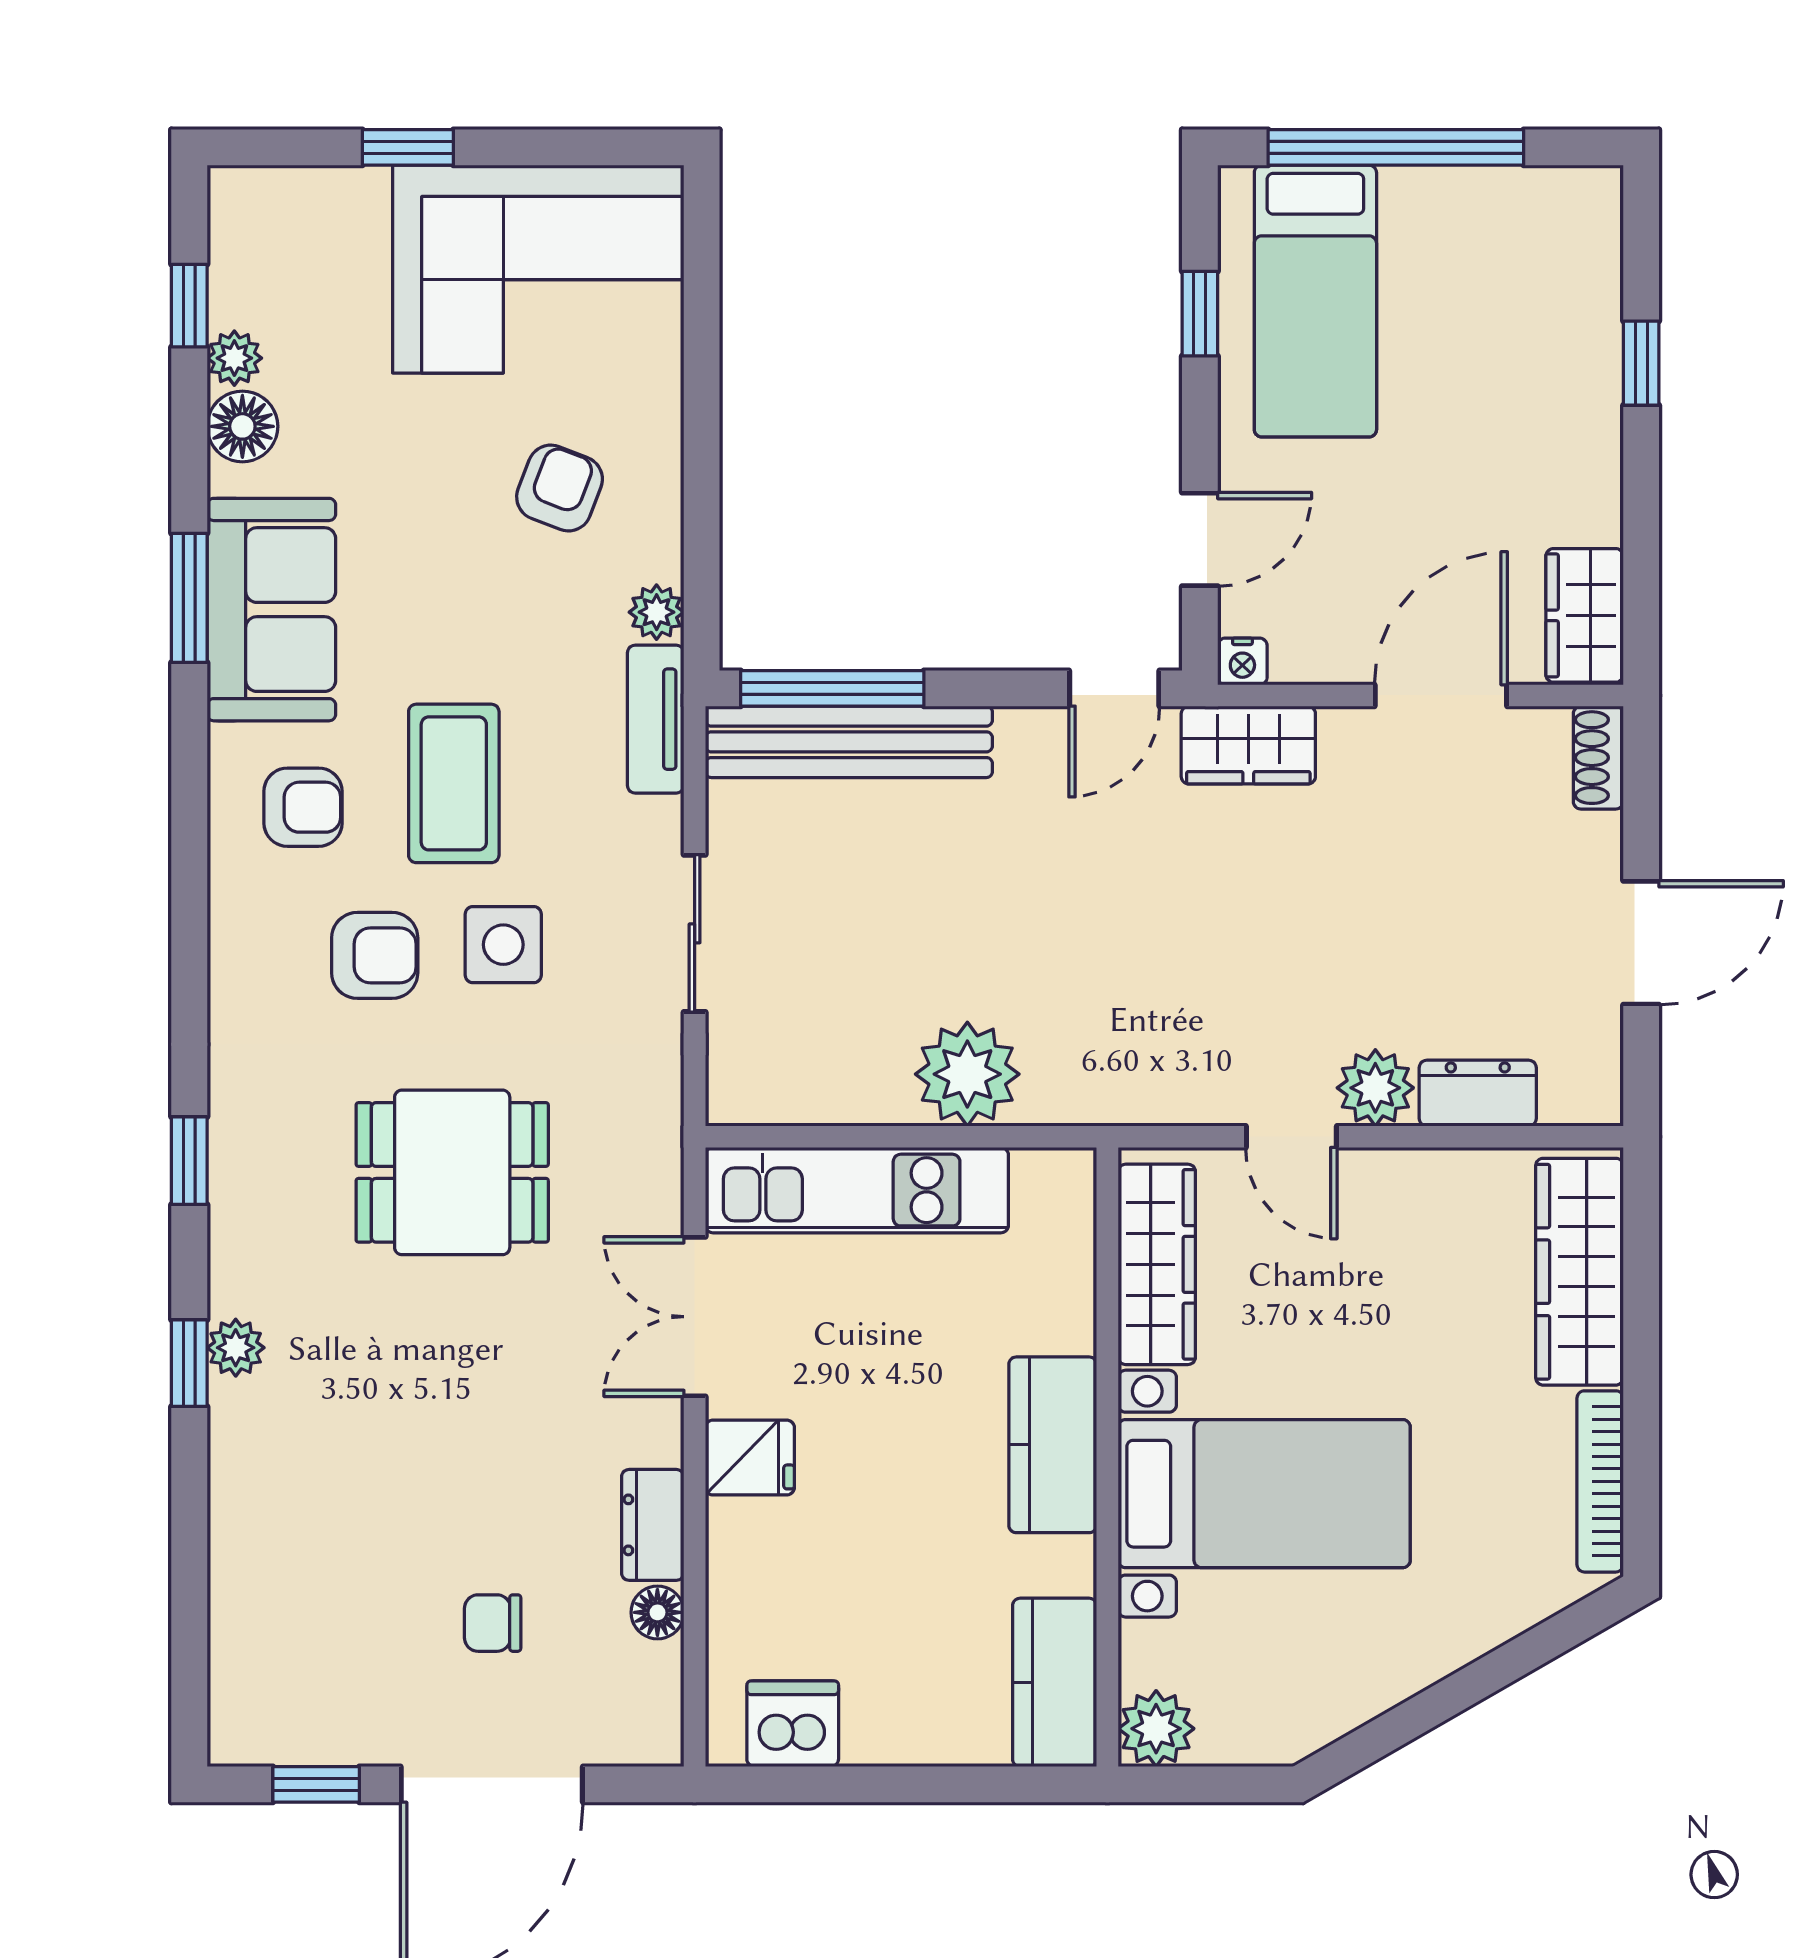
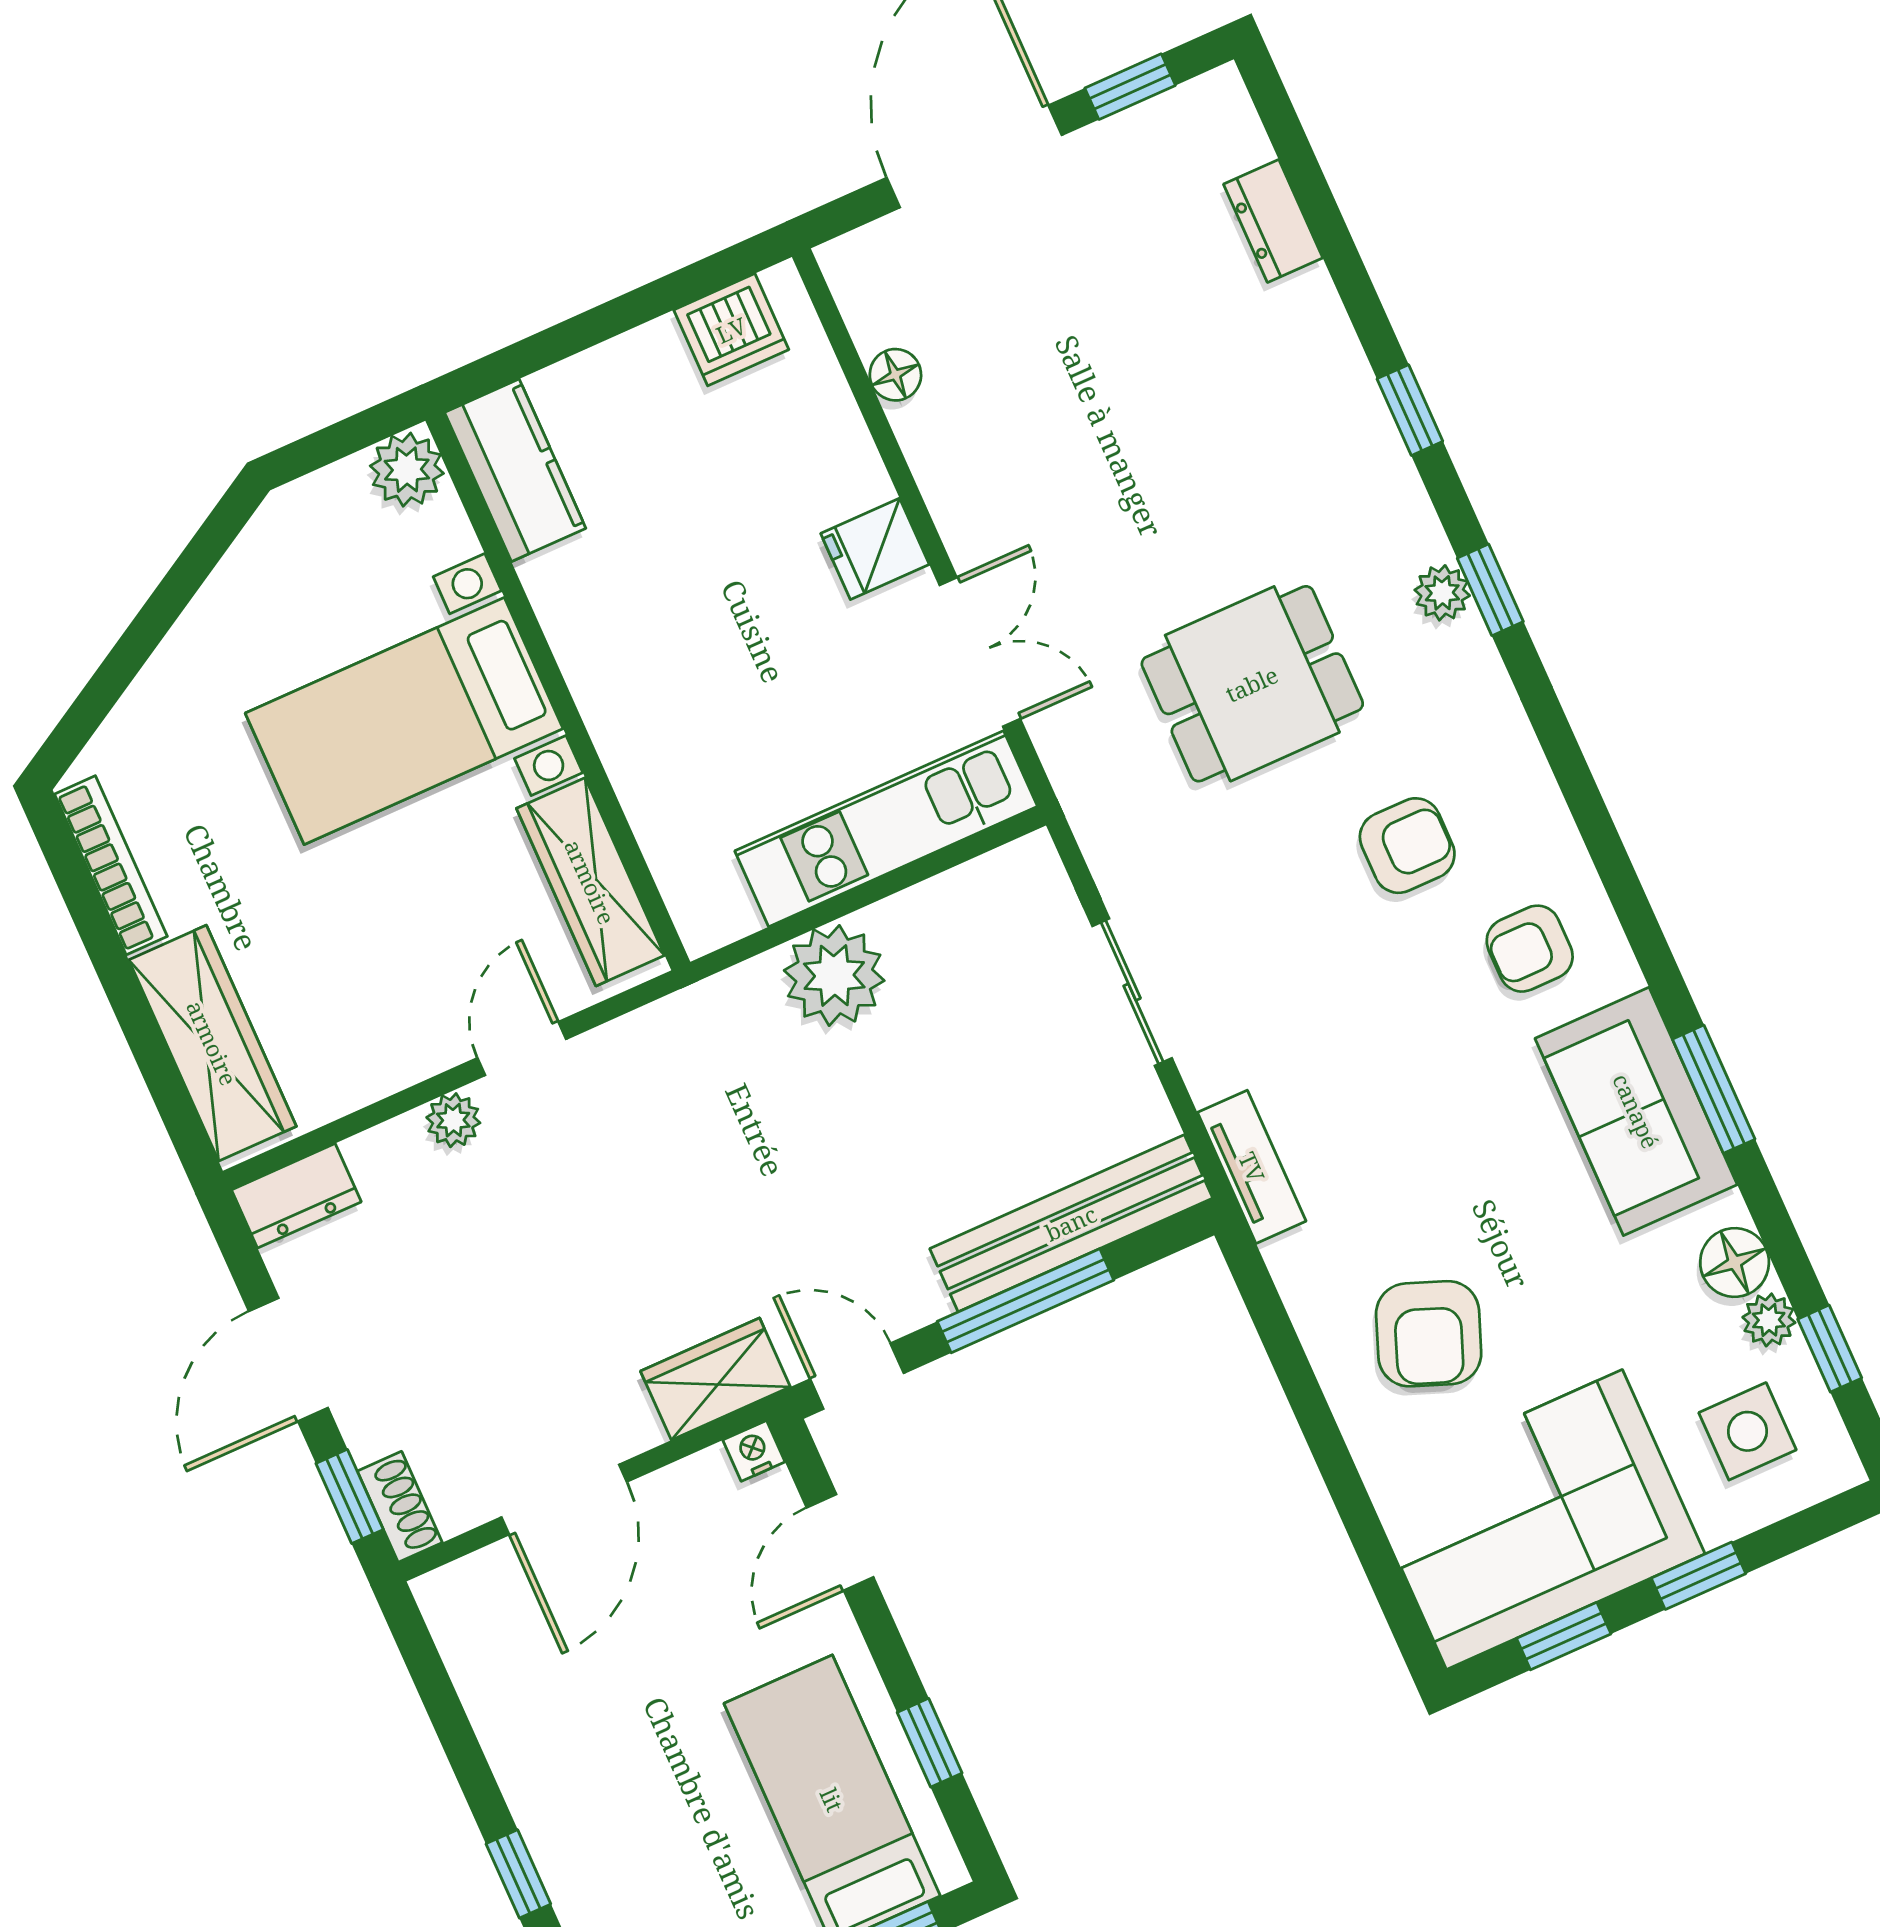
window: (560, 147) -> (1564, 1636), added
armchair: (560, 488) -> (1429, 1334), width x1.38, depth x1.38
plant: (657, 612) -> (1293, 1262), removed
wardrobe: (1585, 615) -> (468, 1628), removed
window: (832, 688) -> (1025, 1301), moved
door: (1114, 688) -> (857, 1376), hinge flipped
coffee table: (454, 783) -> (1405, 1030), removed
window: (1641, 789) -> (350, 1496), added
side table: (503, 945) -> (1747, 1431), moved
armchair: (375, 955) -> (1407, 846), turned 180
plant: (1375, 1088) -> (453, 1120), width x0.73, depth x0.73
dresser: (1478, 1093) -> (296, 1196), moved
door: (1291, 1137) -> (522, 1049), hinge flipped
plant: (236, 1348) -> (1442, 593), moved
kitchen counter: (1053, 1445) -> (611, 680), removed
dresser: (653, 1525) -> (1273, 221), moved, turned 180
chair: (493, 1623) -> (1038, 300), removed

